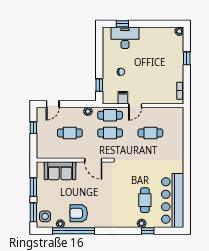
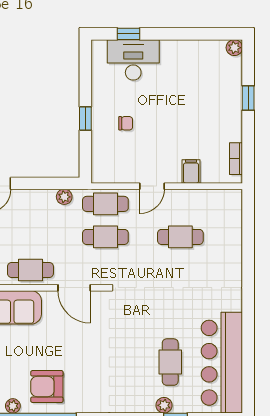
window: (99, 85) -> (85, 119), moved
filing cabinet: (123, 98) -> (191, 171), moved
cafe table: (70, 133) -> (30, 270), moved

